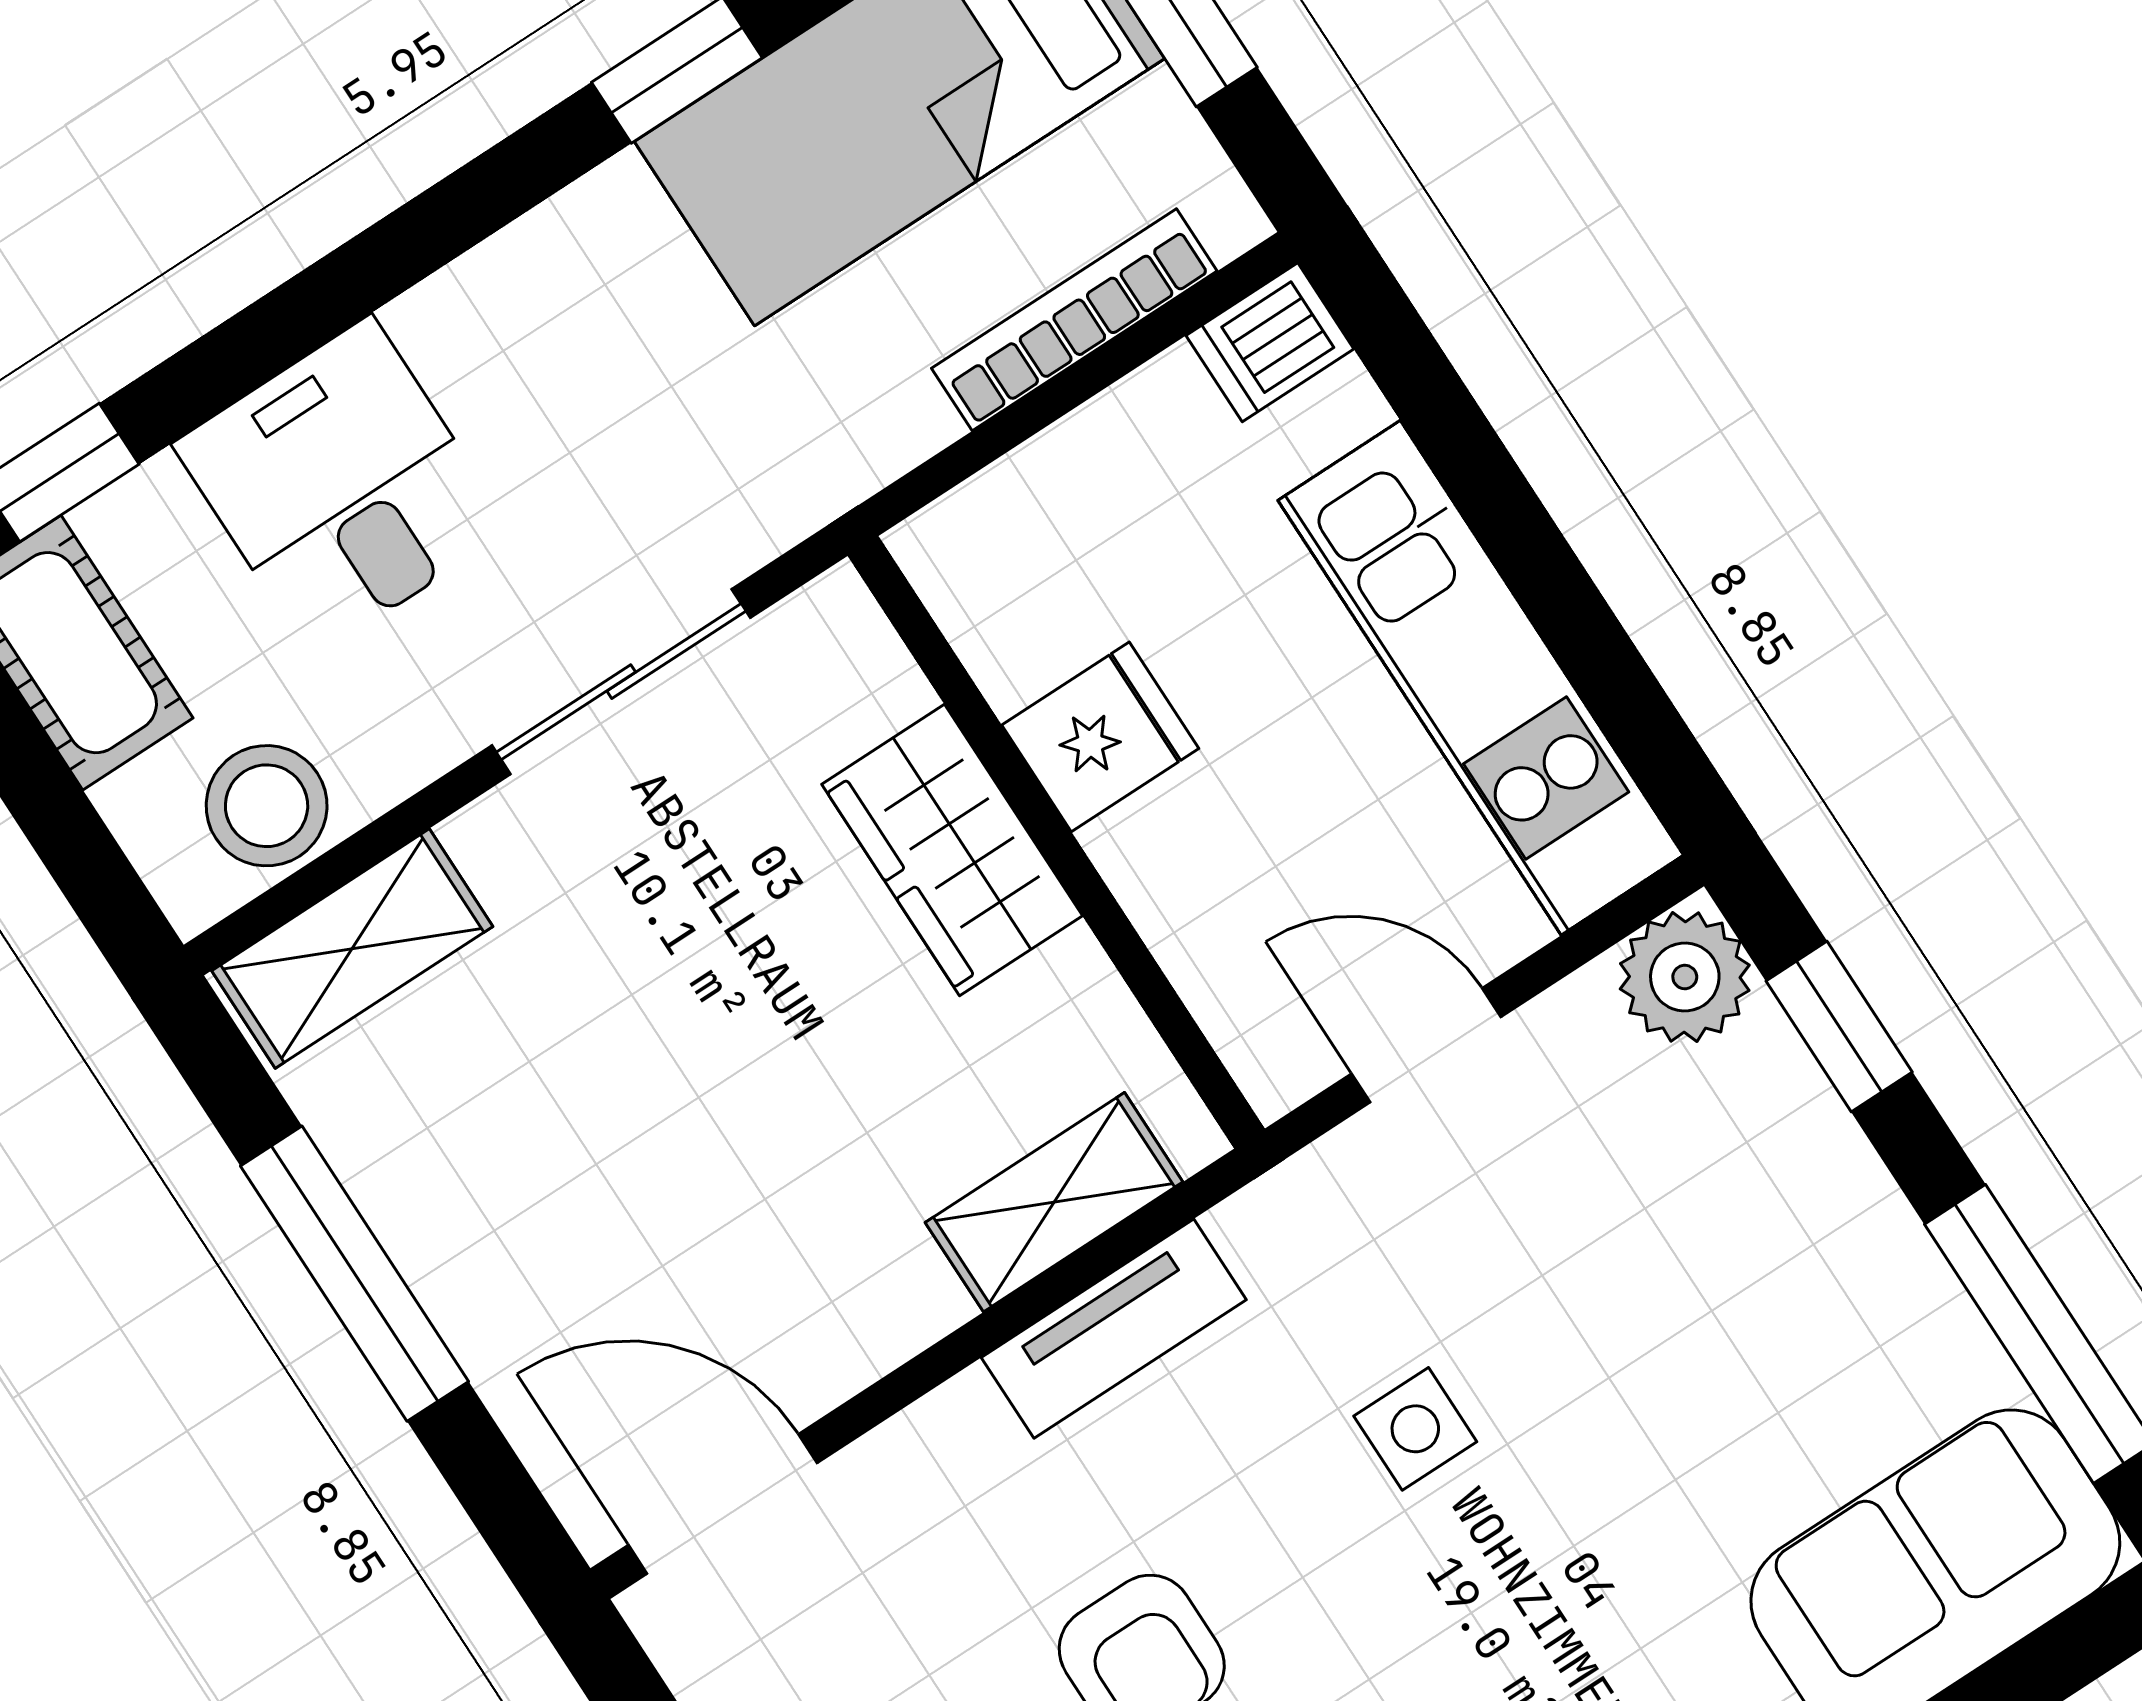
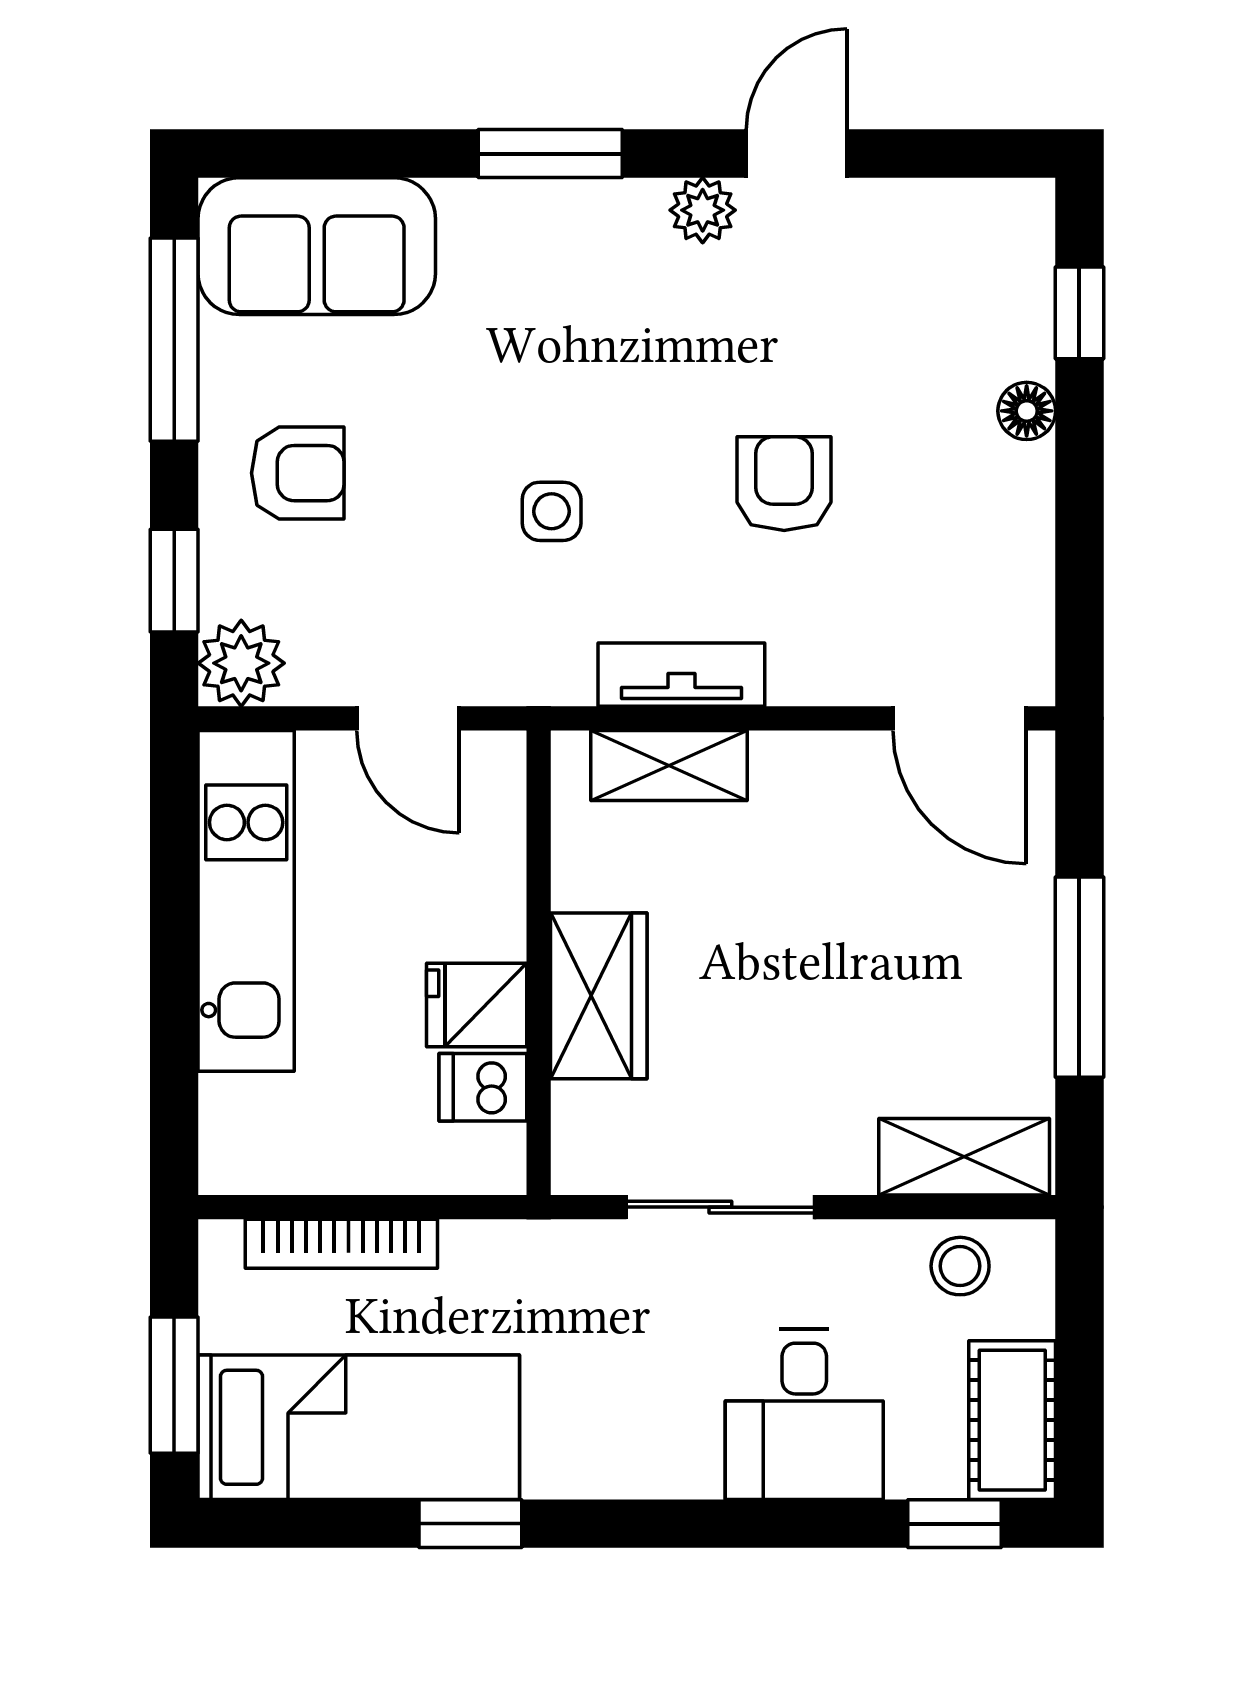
dishwasher: (1270, 342) -> (483, 1087), moved, turned 180
stool: (267, 806) -> (960, 1266), width x0.73, depth x0.73
armchair: (1771, 1266) -> (298, 473), added

